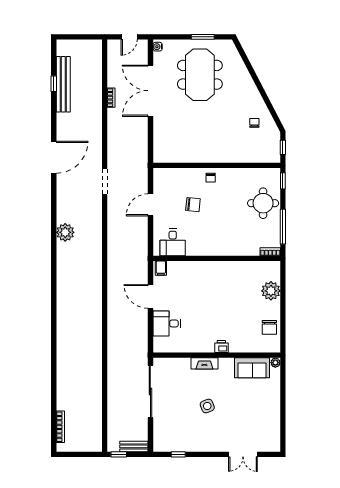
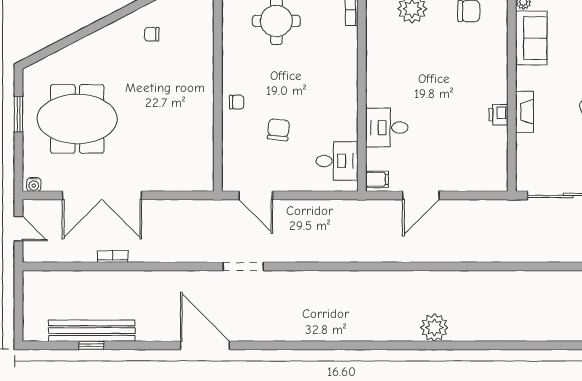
door: (150, 205) -> (256, 195), moved
plant: (65, 232) -> (434, 328), moved
desk: (167, 323) -> (387, 128), moved, turned 90
printer: (221, 346) -> (498, 115), moved

